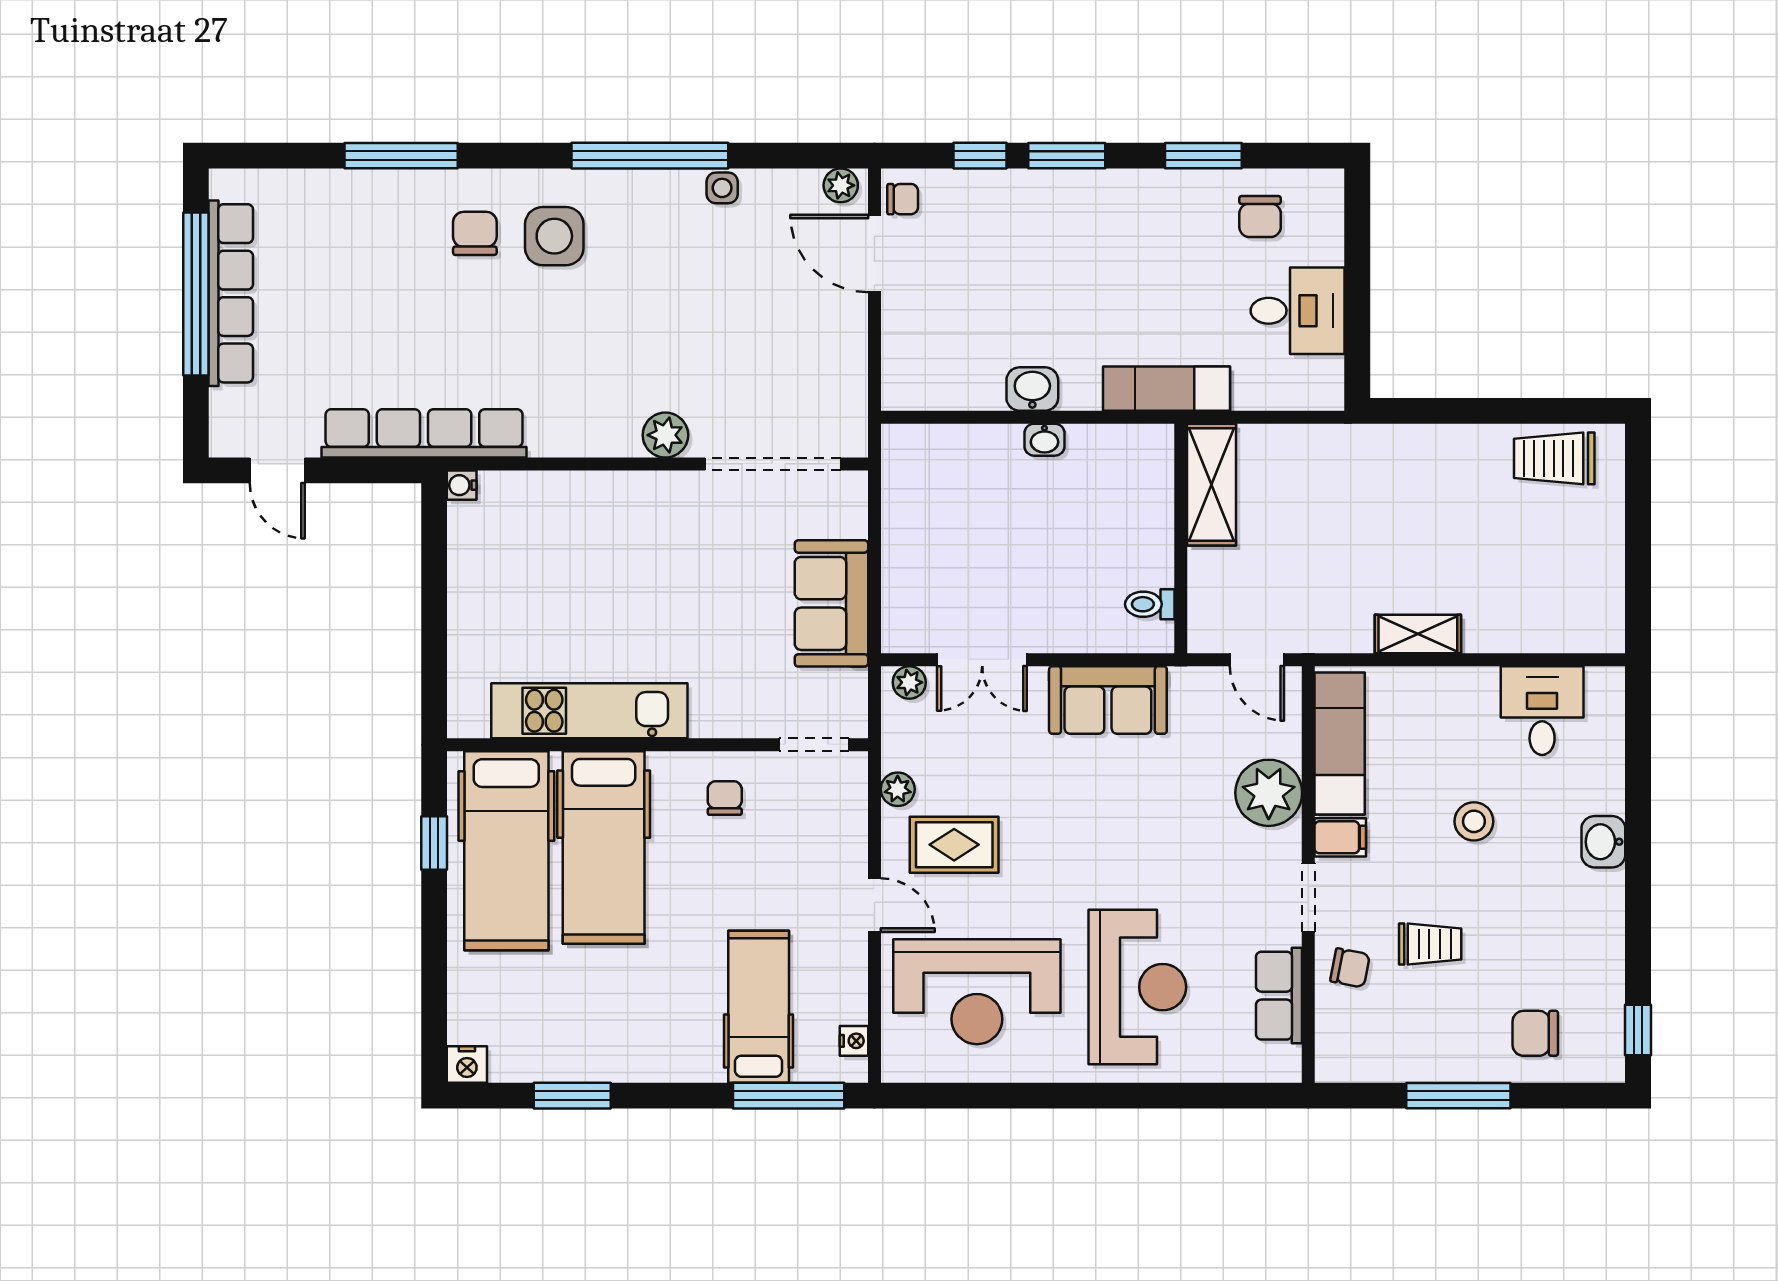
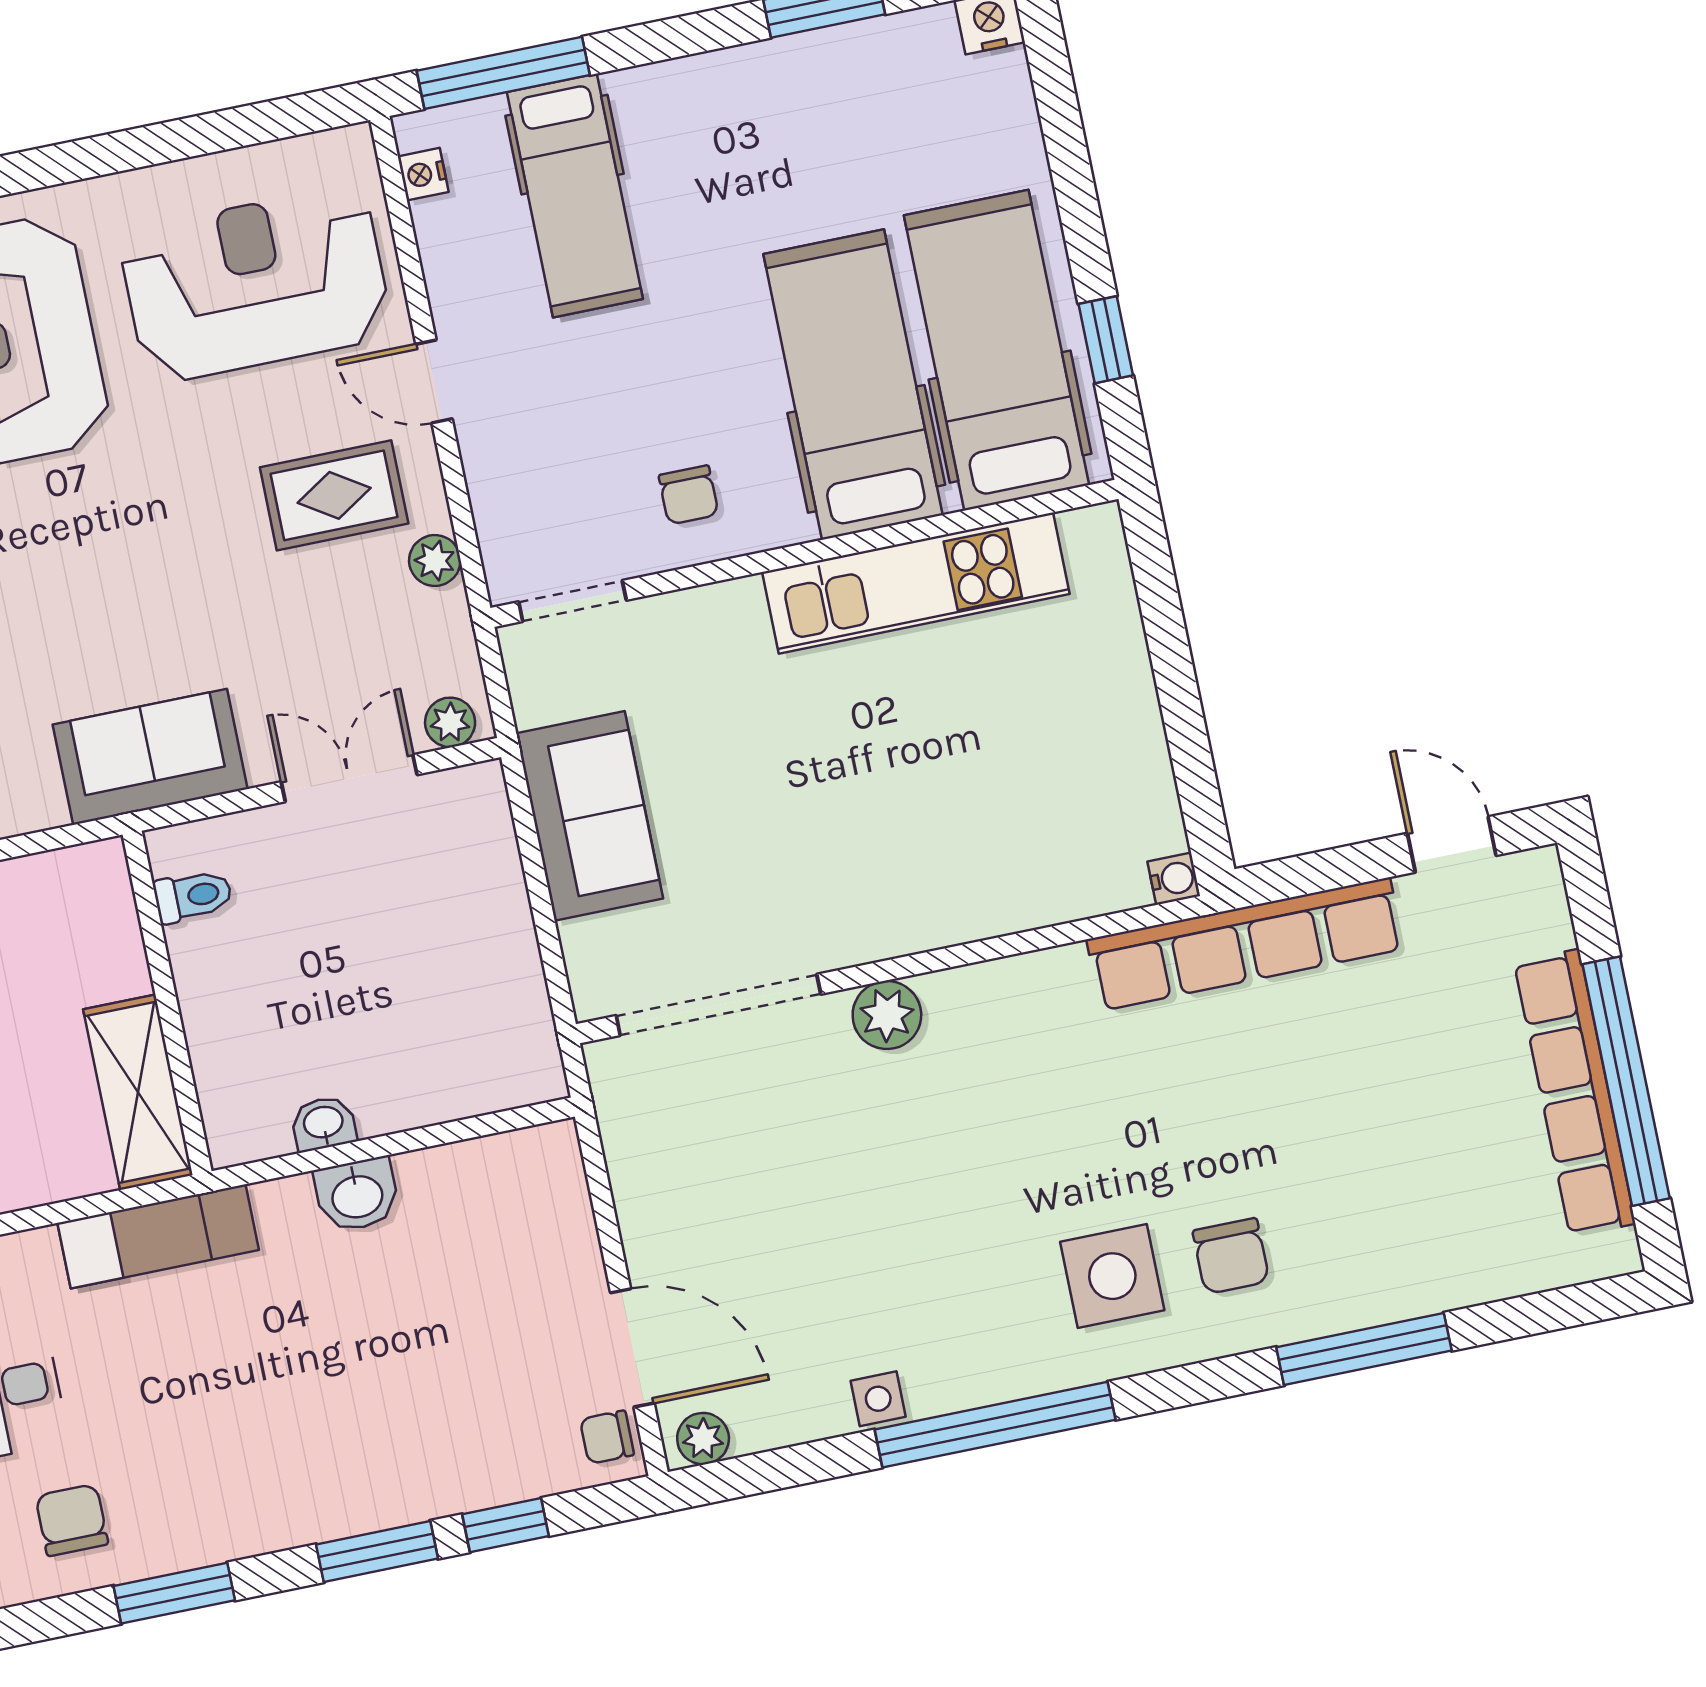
shelving: (1211, 485) -> (138, 1092), moved
wall: (1181, 538) -> (167, 1003), moved
toilet: (1150, 604) -> (193, 896), moved

